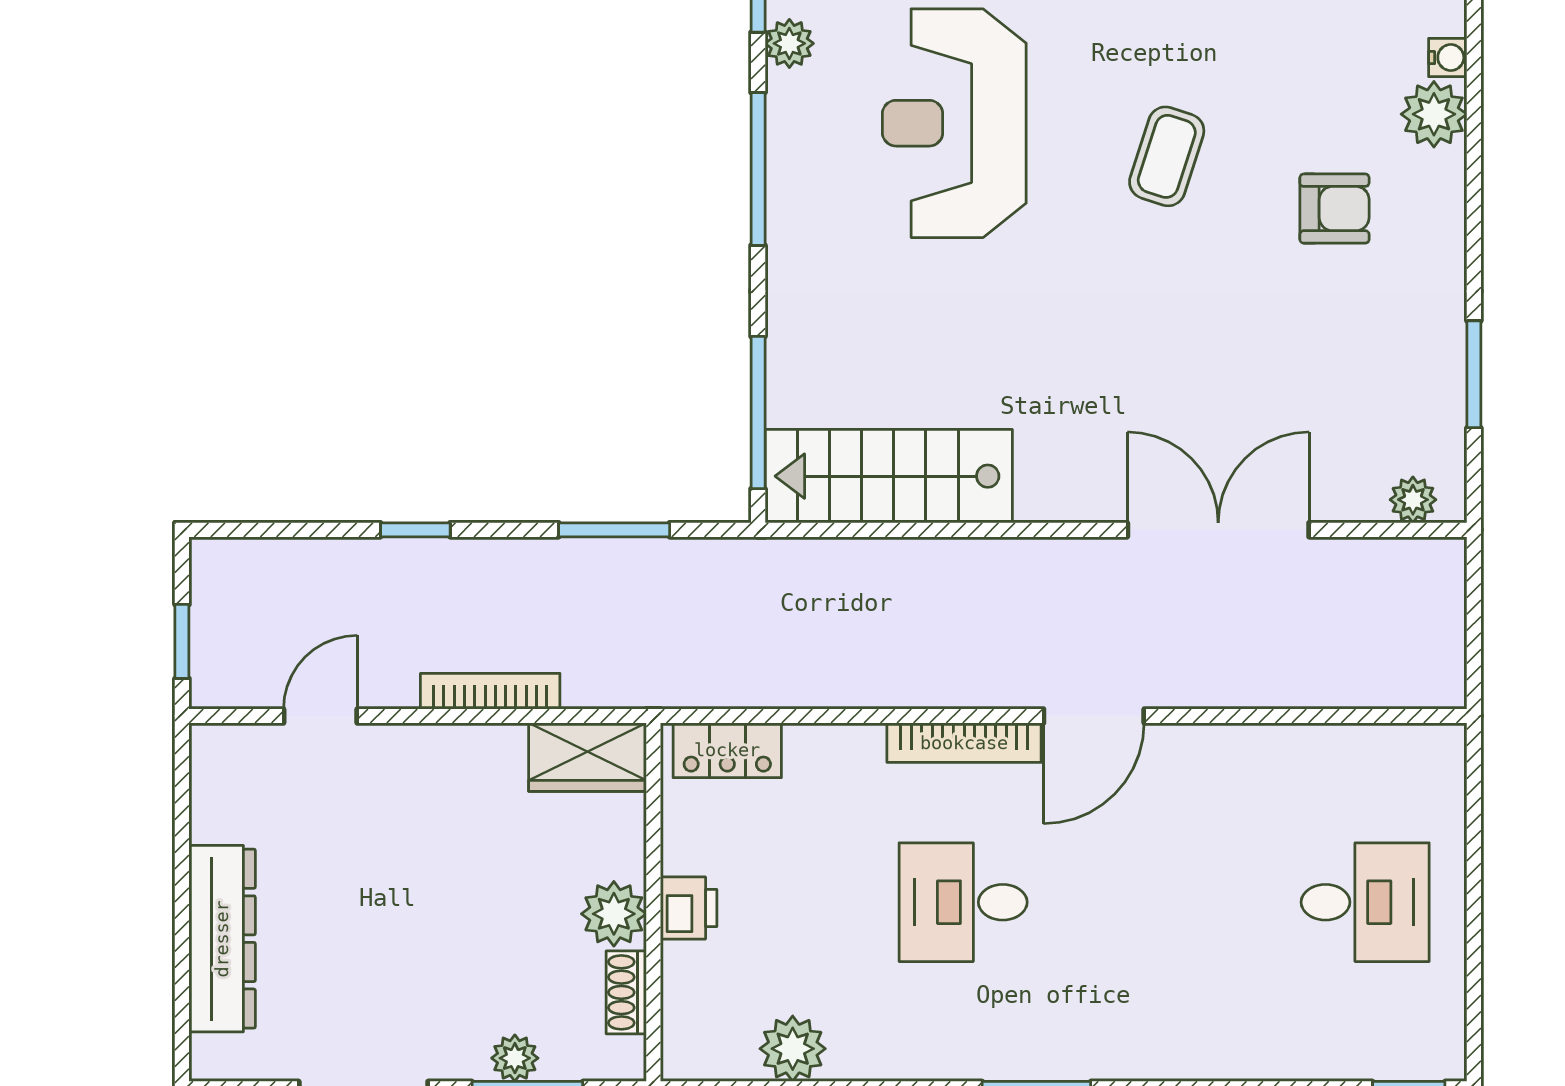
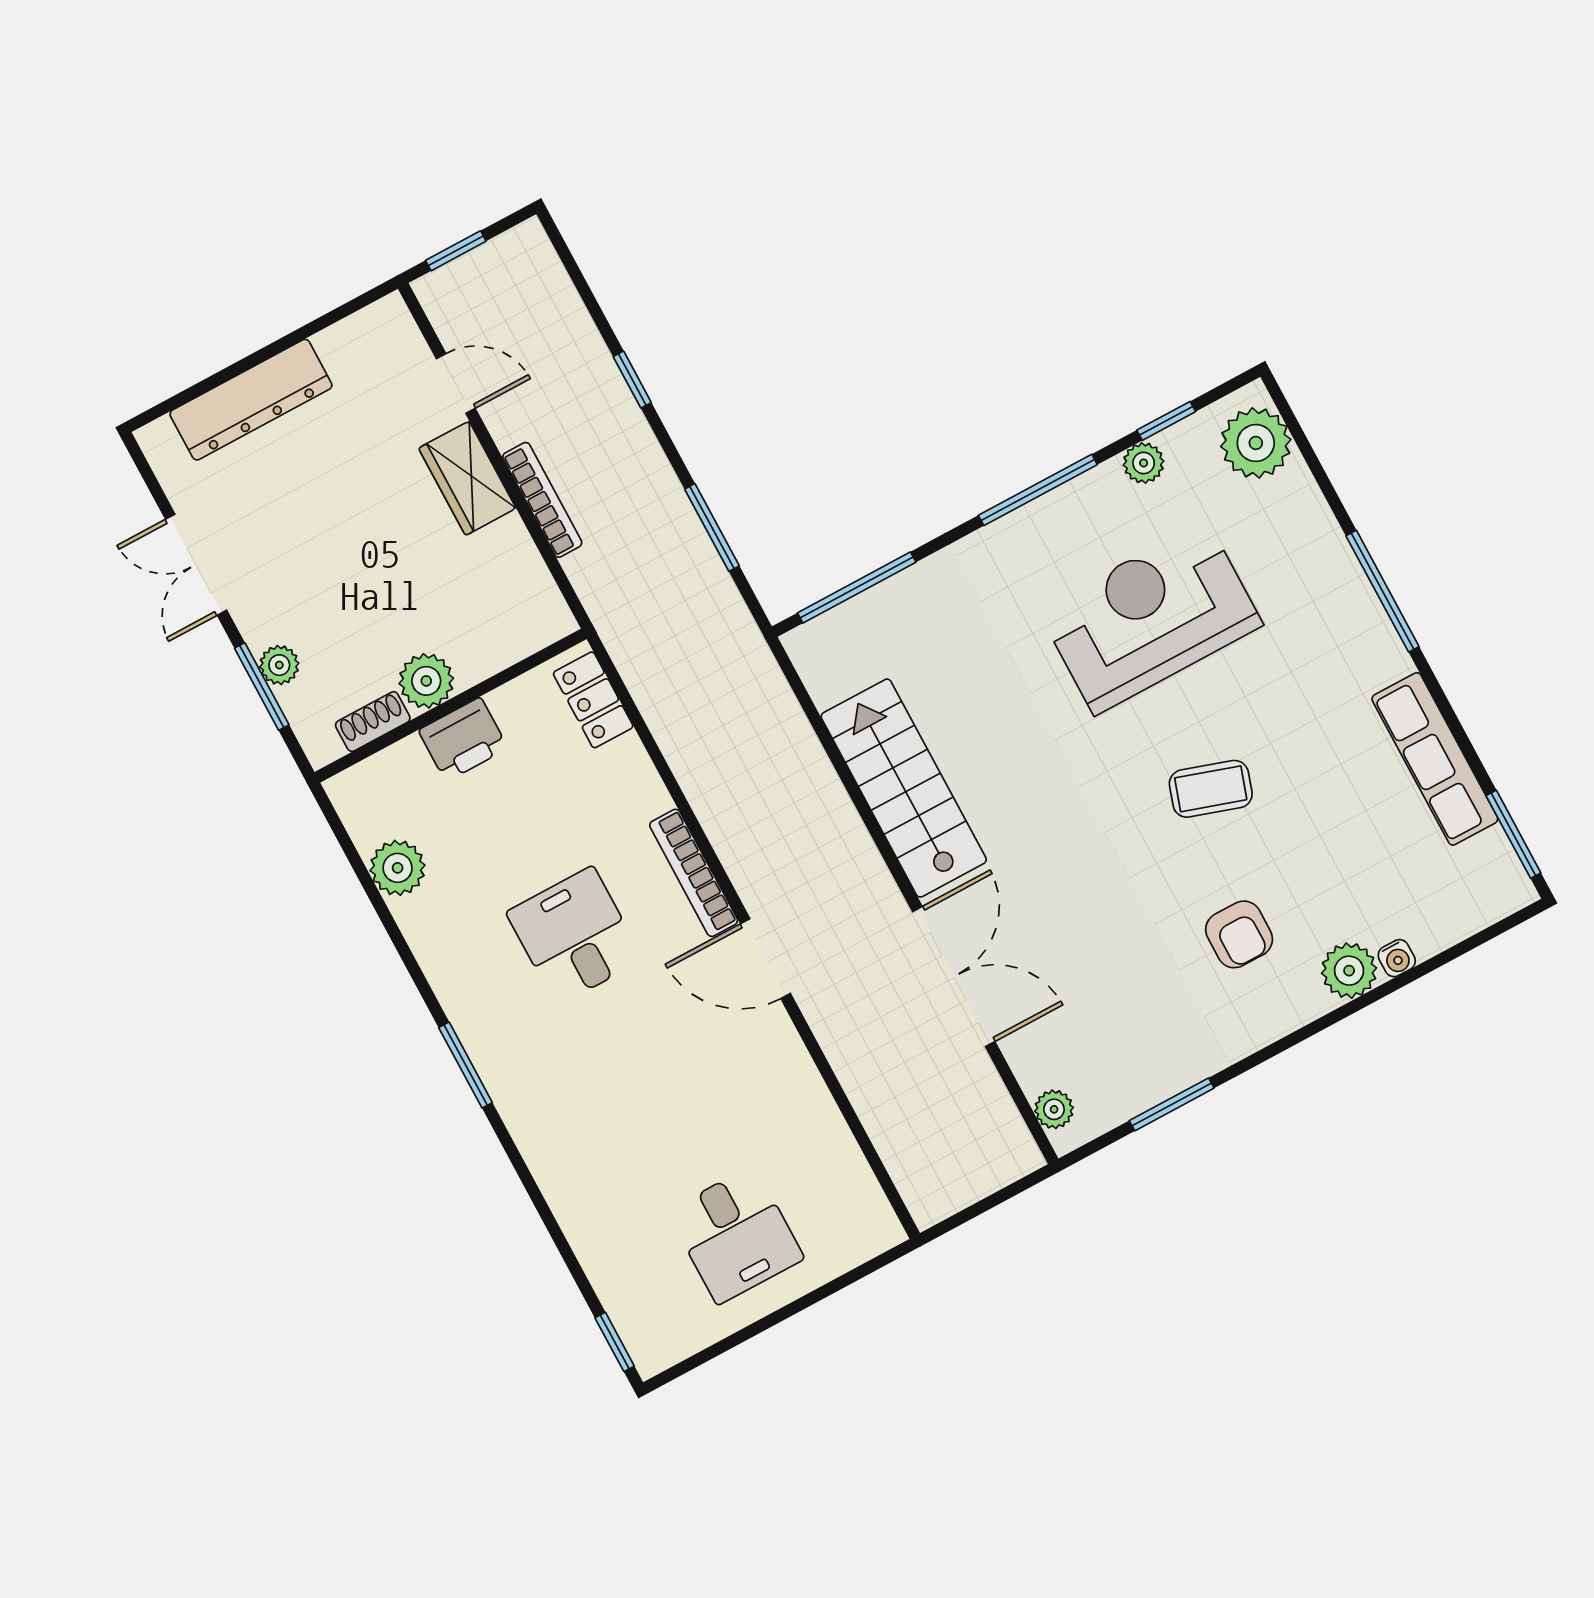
stairs: (889, 476) -> (904, 788), moved
wardrobe: (587, 757) -> (467, 478), moved
printer: (689, 908) -> (463, 739), width x1.36, depth x1.24

